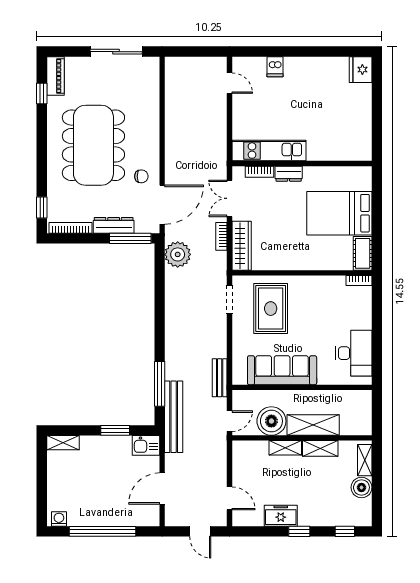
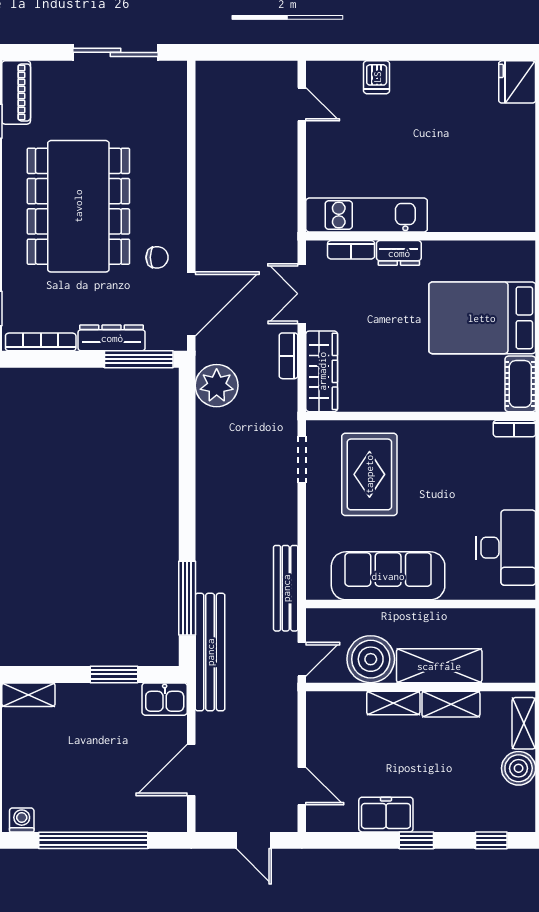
bench: (220, 378) -> (286, 588), width x1.36

